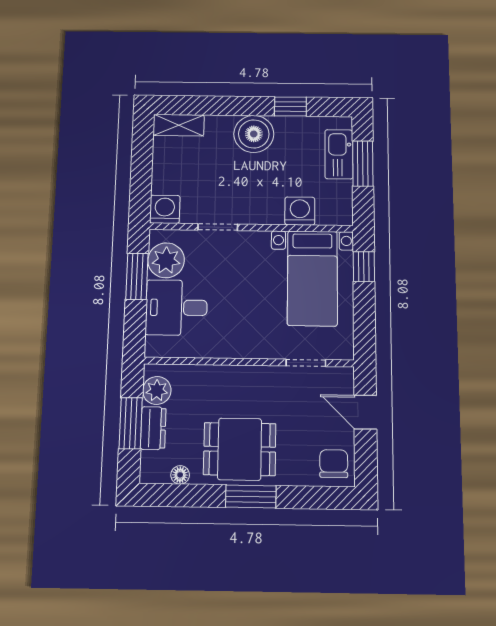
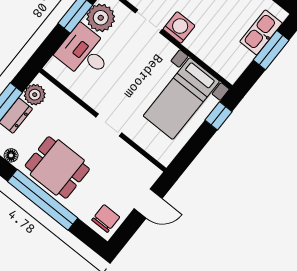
washing machine: (300, 211) -> (179, 27), moved
doorway: (306, 363) -> (109, 125), moved
door: (365, 412) -> (148, 204), swing flipped
window: (251, 496) -> (43, 200), width x2.11

